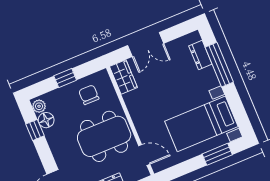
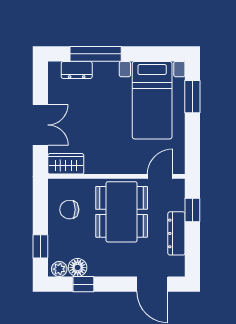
window: (65, 78) -> (40, 246), moved

